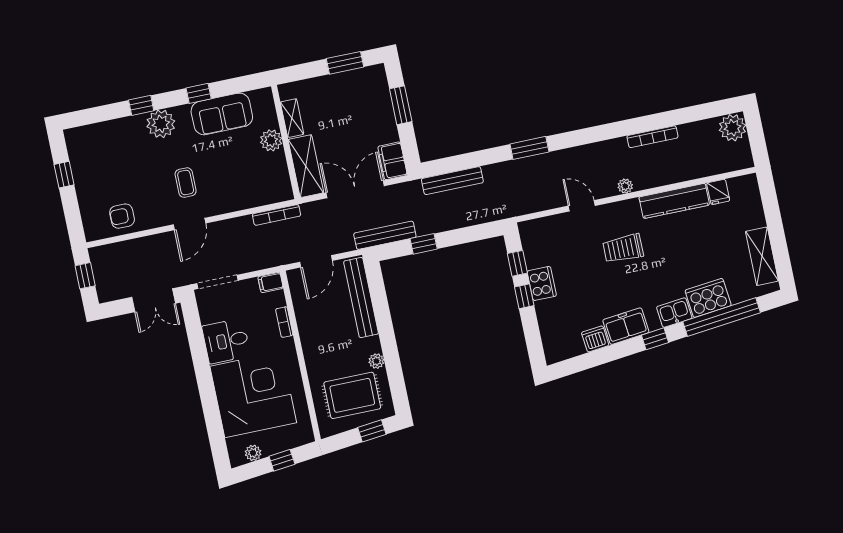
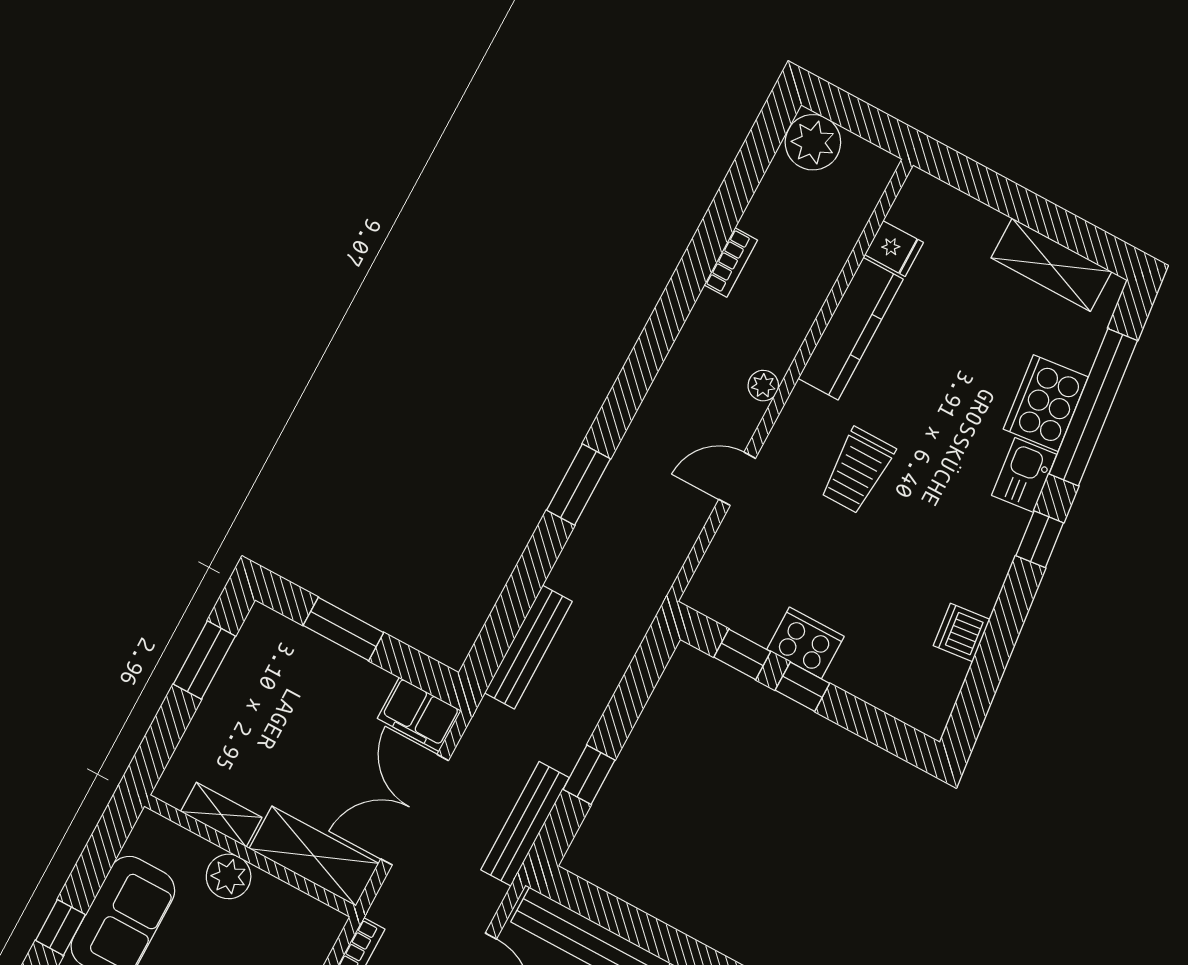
bookcase: (652, 137) -> (731, 262), width x0.64
freezer: (626, 326) -> (982, 568), removed

